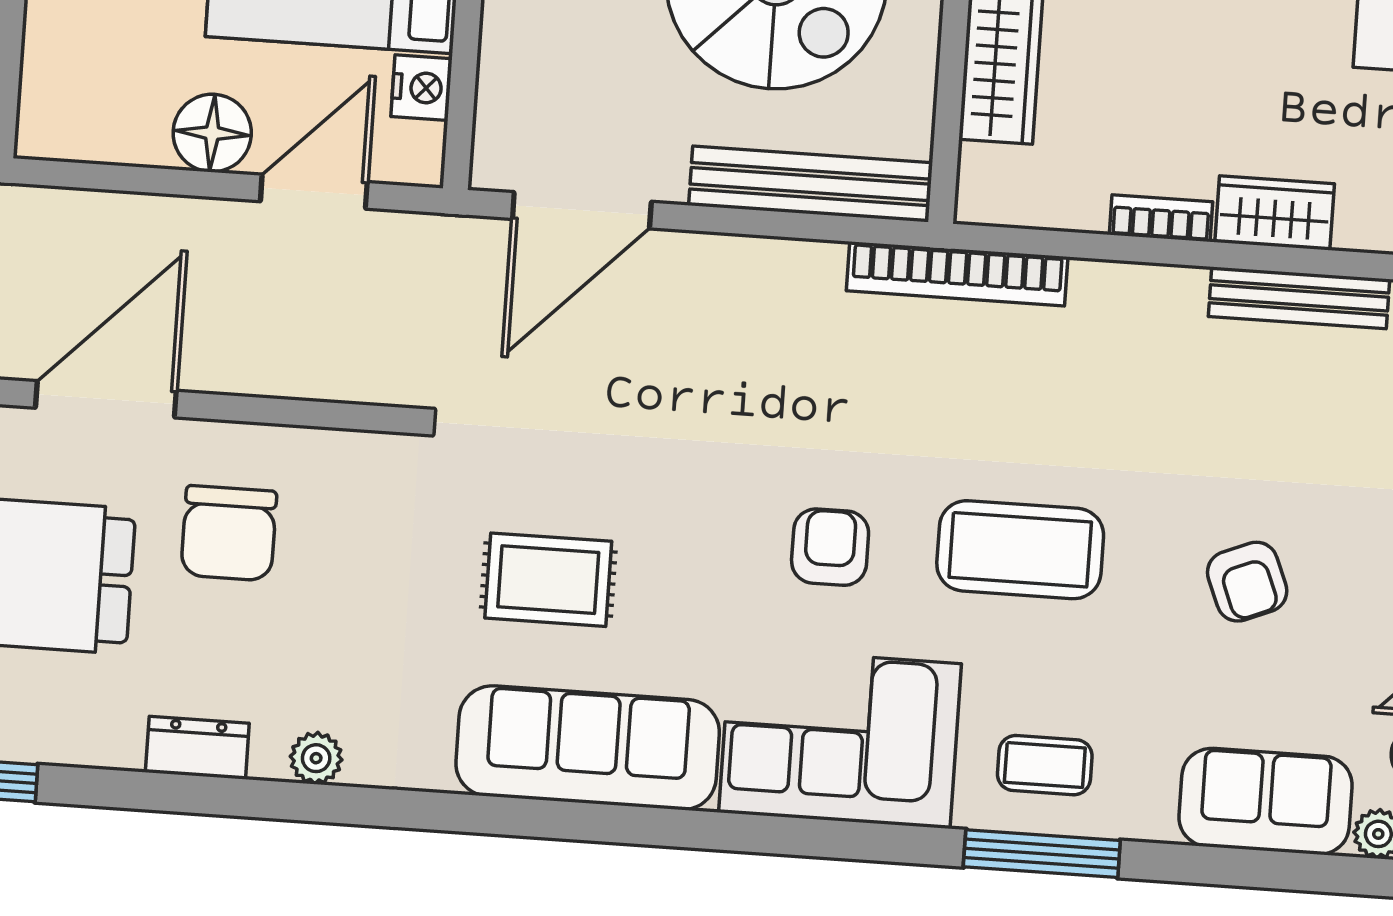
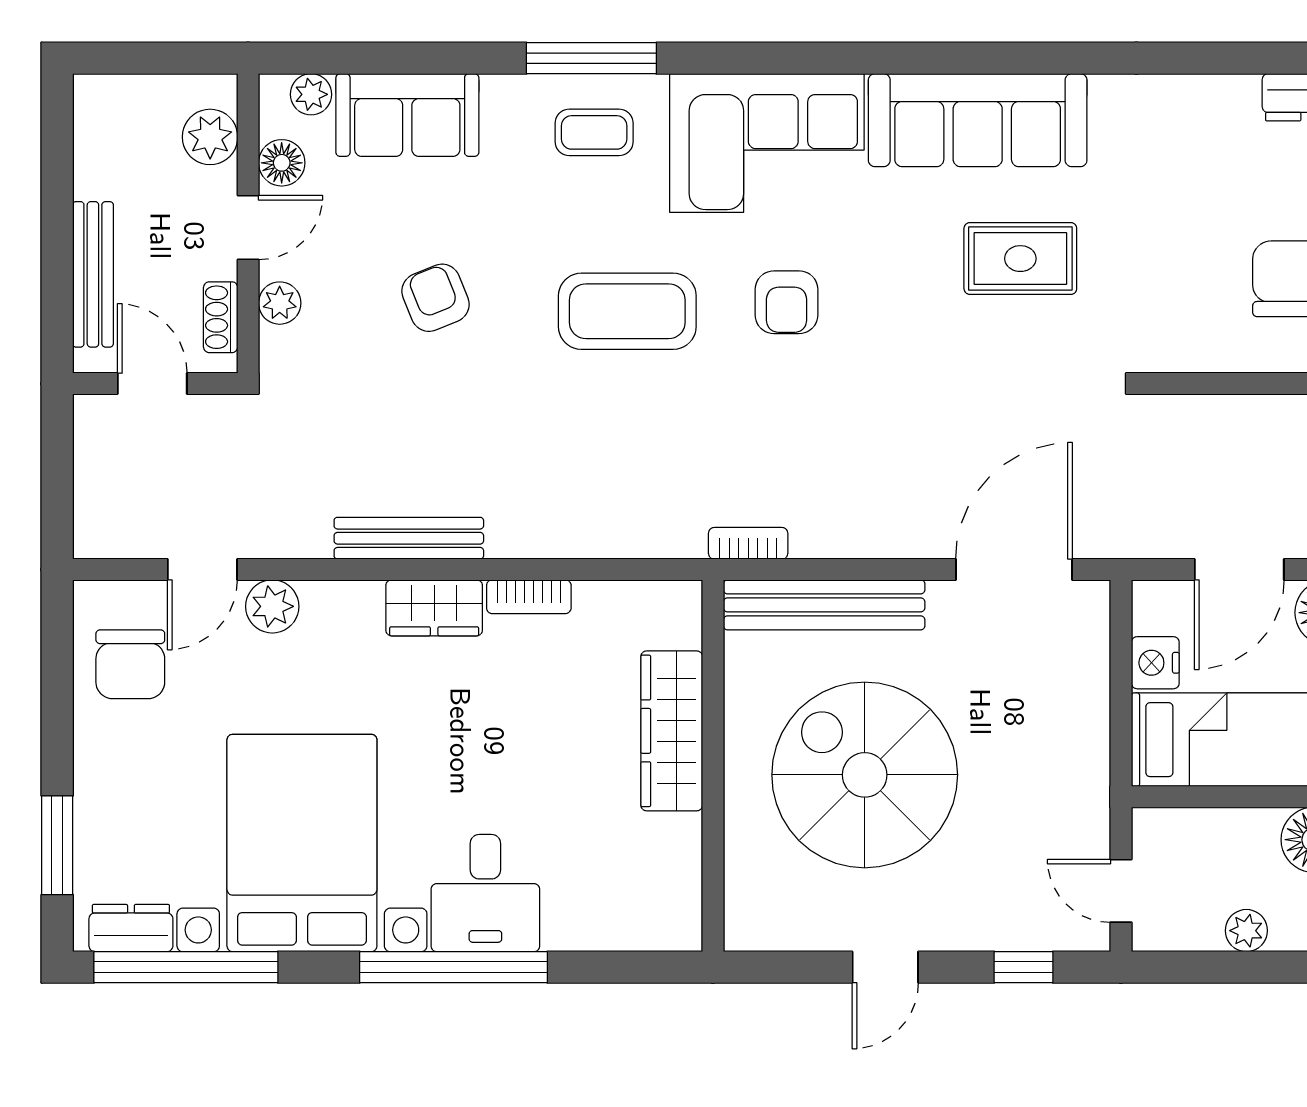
bookcase: (957, 274) -> (748, 543), width x0.43, depth x0.76
plant: (316, 758) -> (1204, 96), removed

